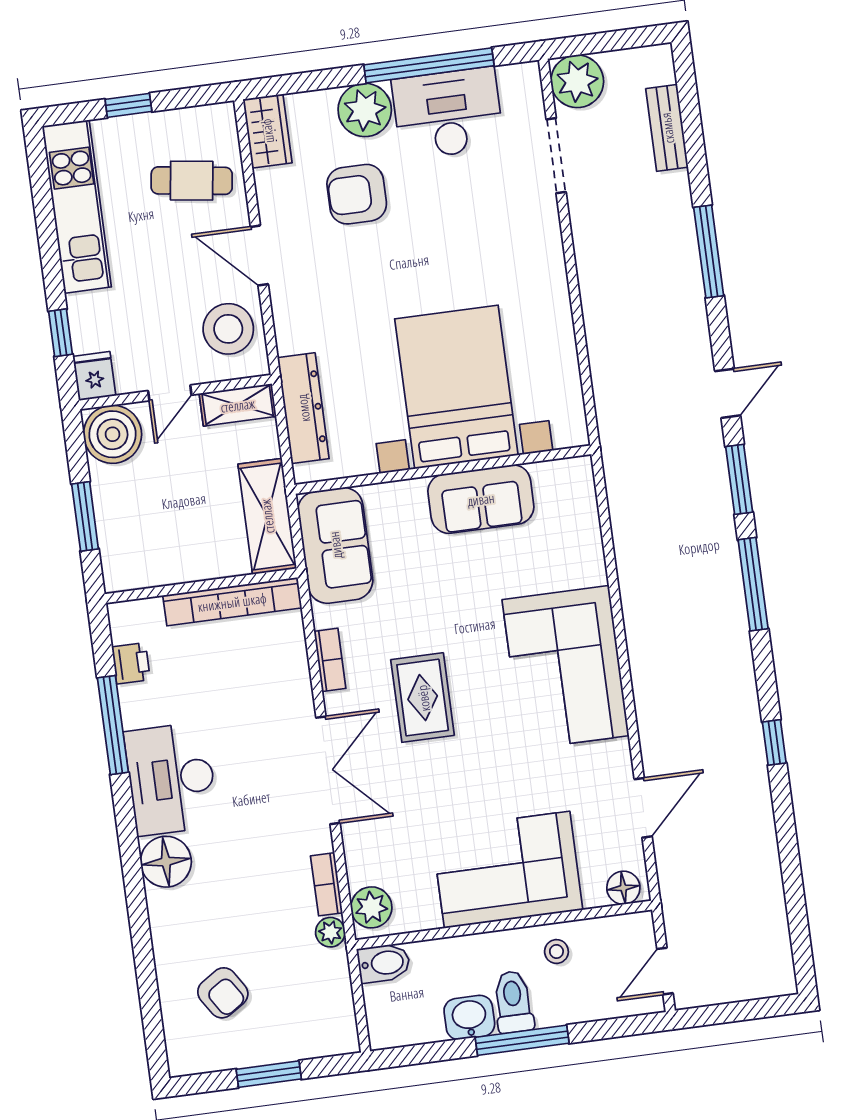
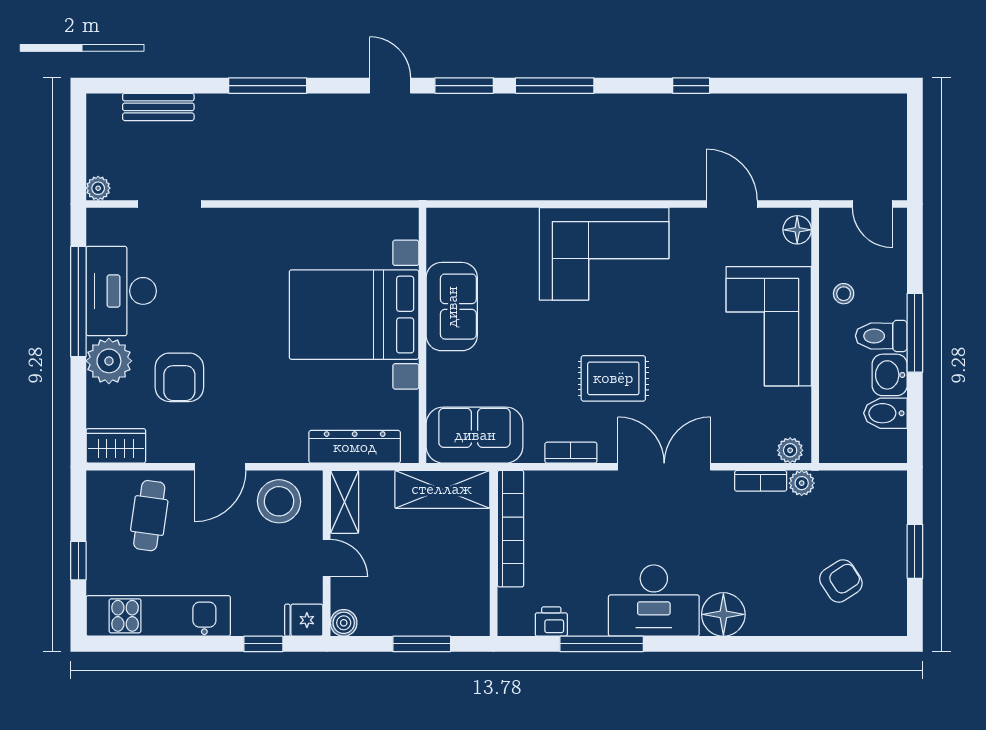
plant: (577, 81) -> (98, 188), width x0.53, depth x0.53
boiler: (112, 434) -> (344, 623), width x0.54, depth x0.54
plant: (371, 907) -> (790, 450), width x0.73, depth x0.73
bidet: (384, 963) -> (885, 413), moved, turned -90

